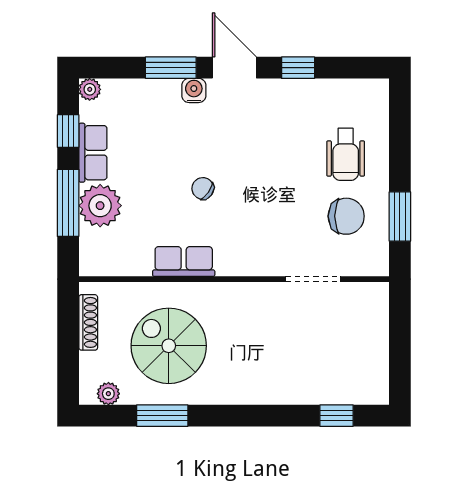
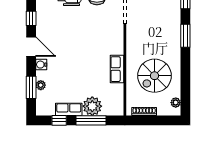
window: (171, 68) -> (31, 87), moved
door: (234, 68) -> (31, 47), swing flipped
plant: (90, 89) -> (41, 85), moved
chair: (203, 188) -> (85, 61), removed
window: (162, 416) -> (185, 36), moved

